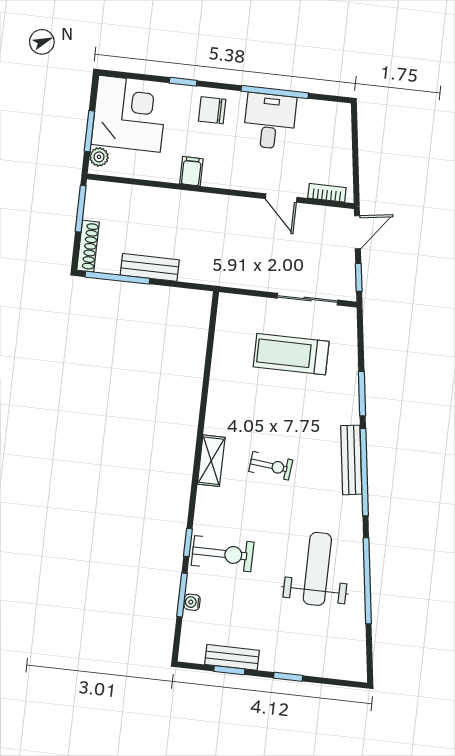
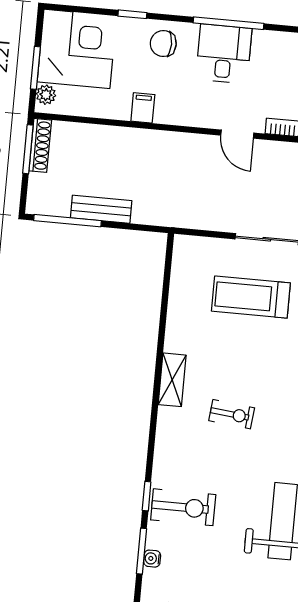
shoe rack: (88, 246) -> (40, 145), moved
shelving: (211, 461) -> (172, 380), moved

